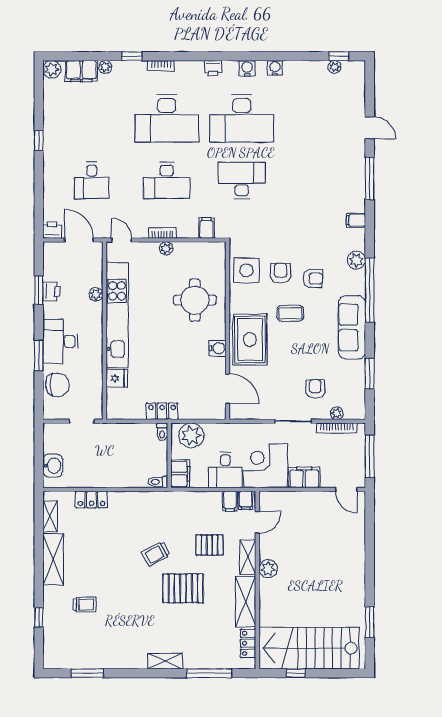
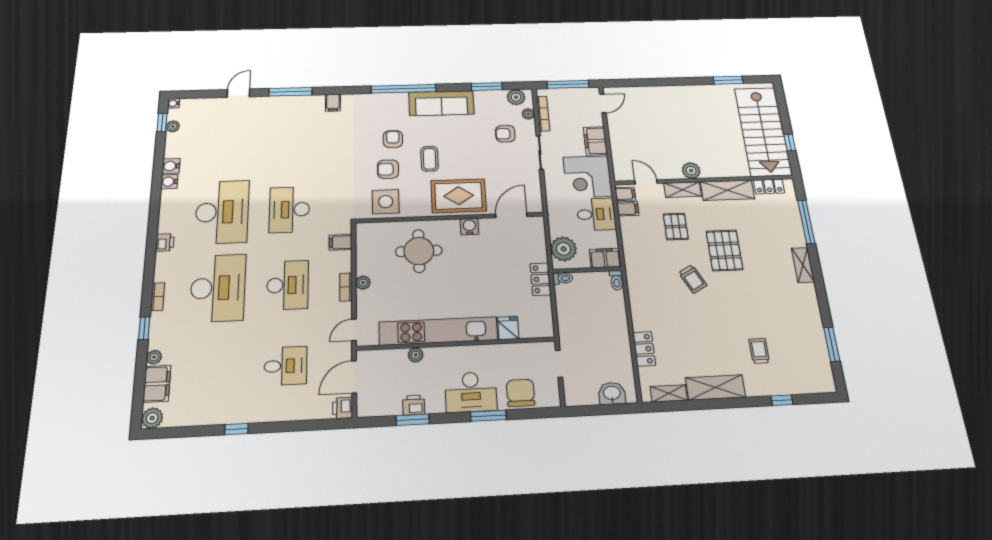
water cooler: (360, 66) -> (174, 103), added
water cooler: (247, 68) -> (171, 166), moved
plant: (356, 260) -> (516, 97), moved

